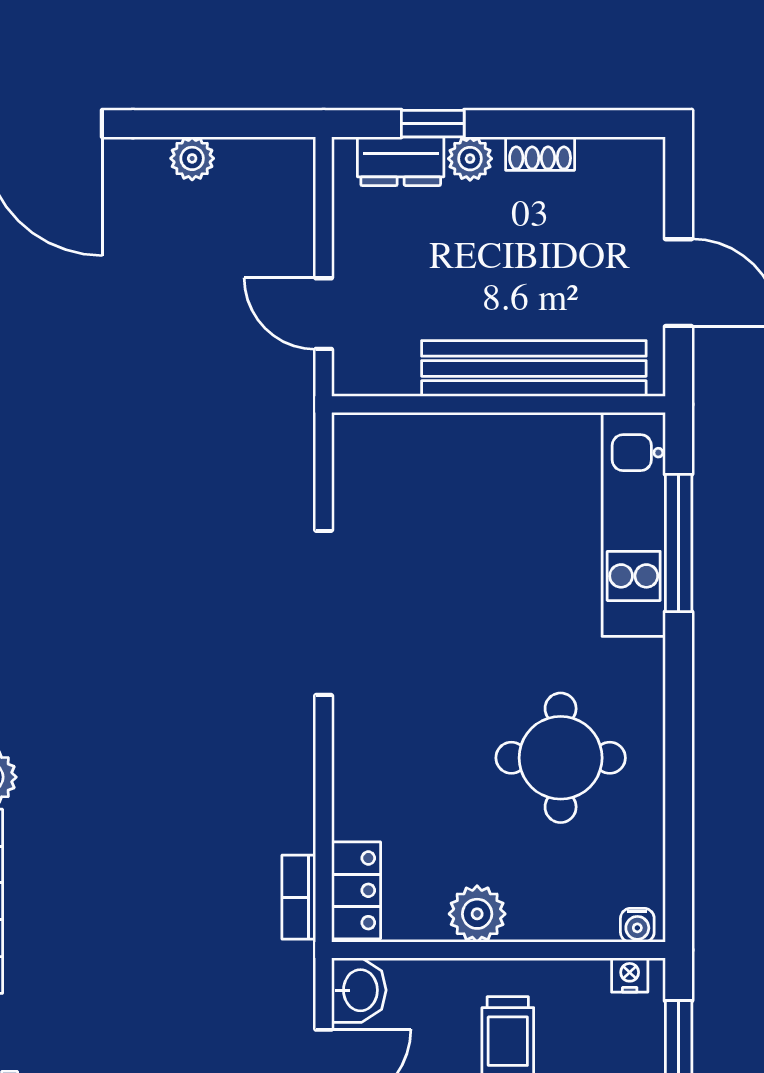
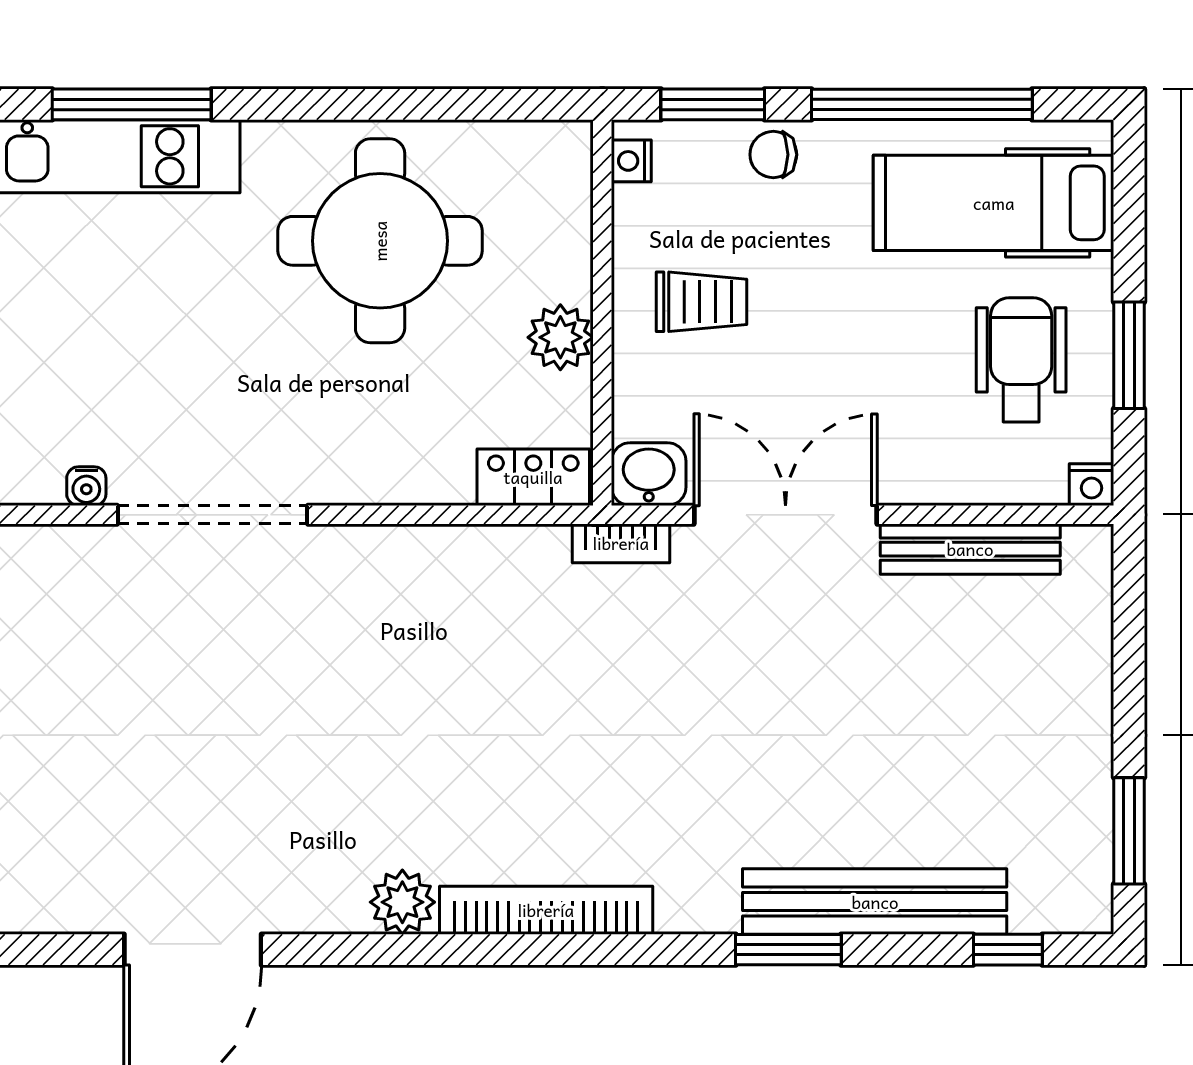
round table: (561, 758) -> (380, 241), width x1.36, depth x1.36
bookcase: (299, 897) -> (621, 543), moved
water cooler: (637, 925) -> (86, 486), moved, turned 90

